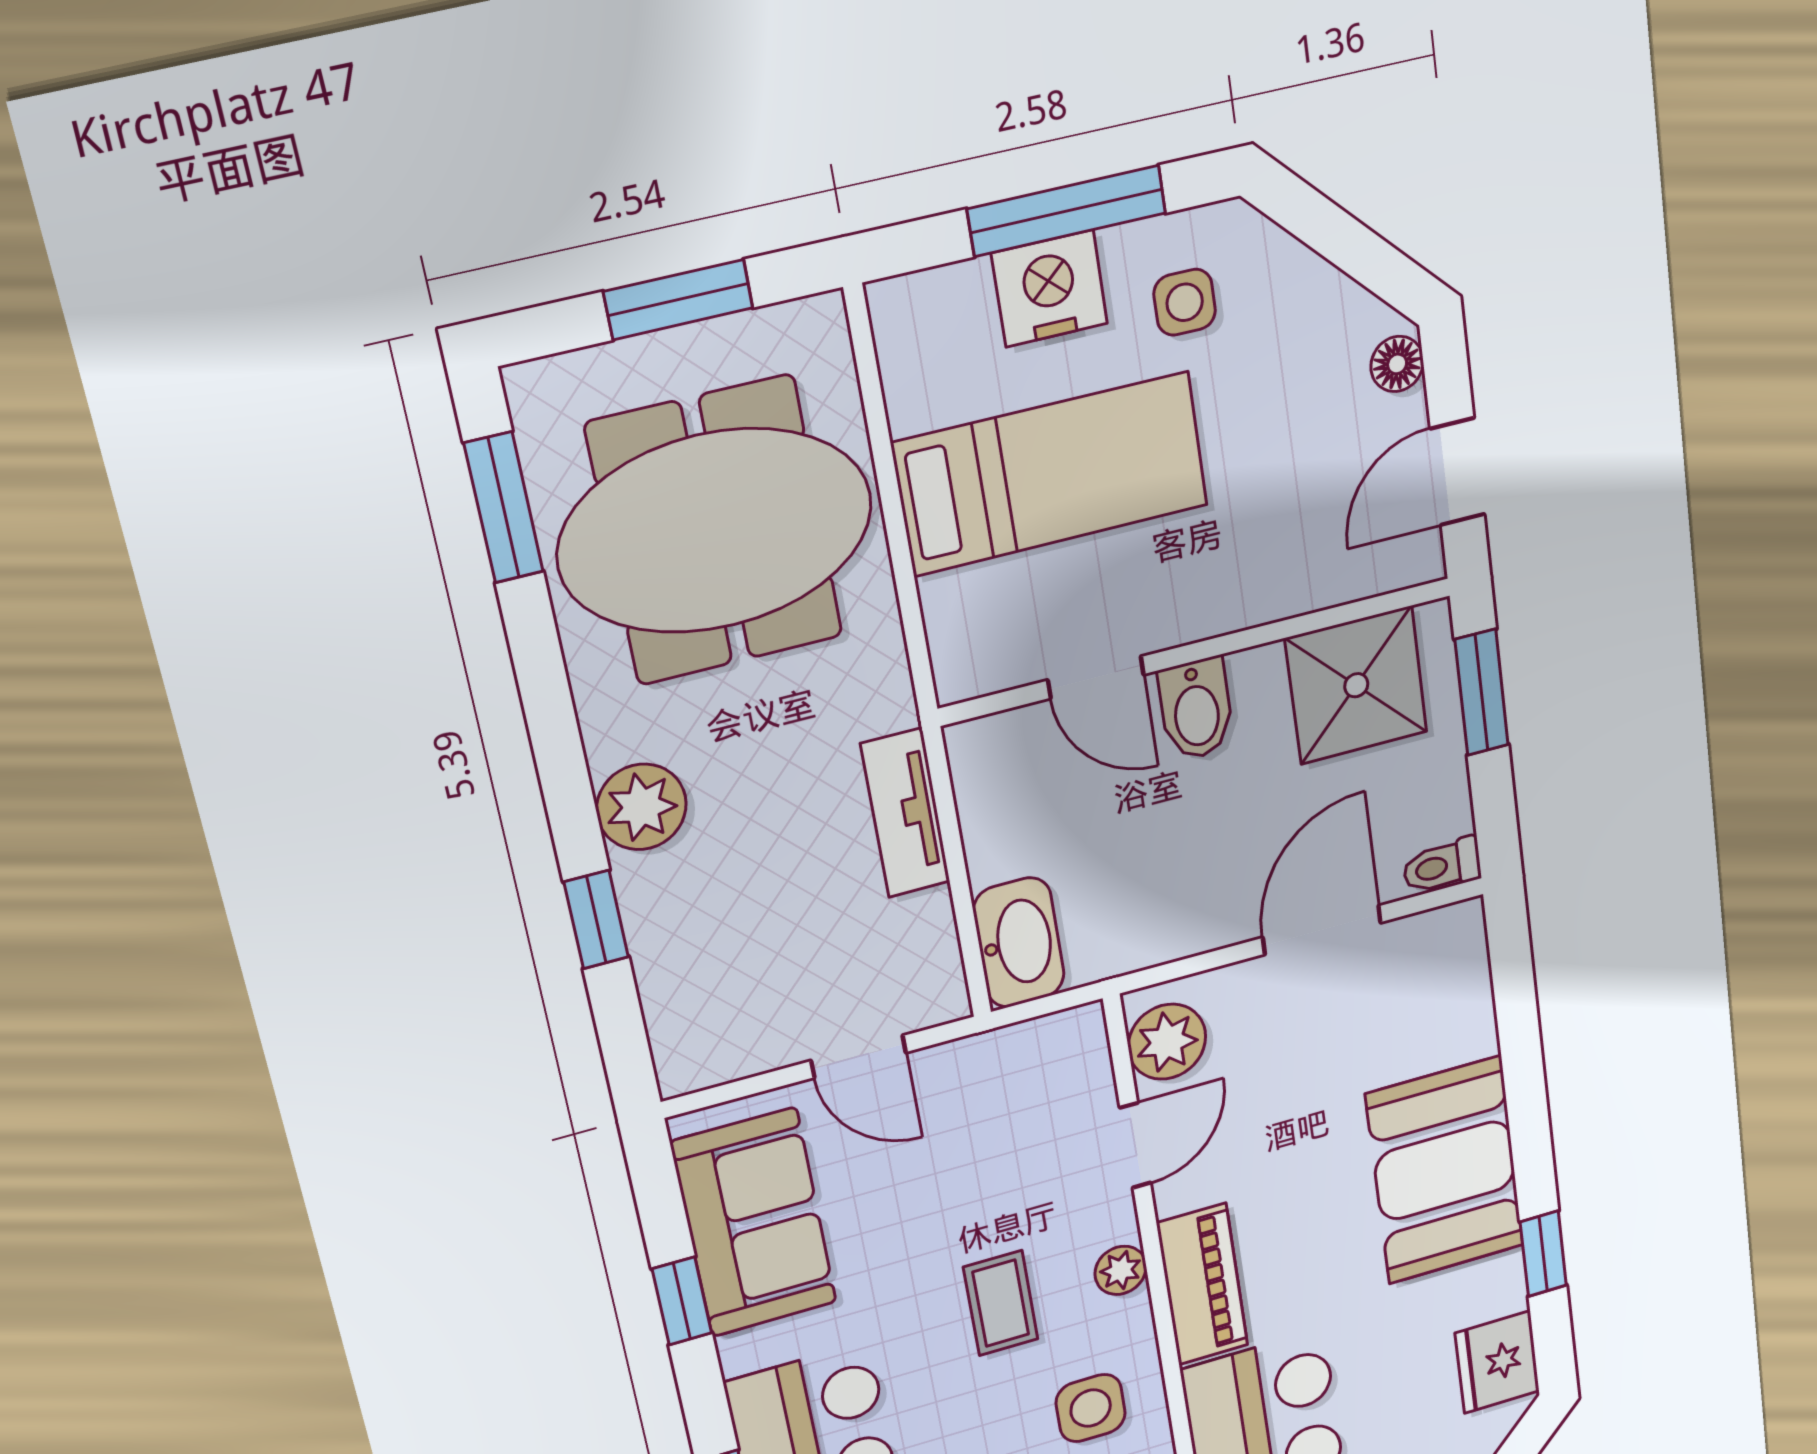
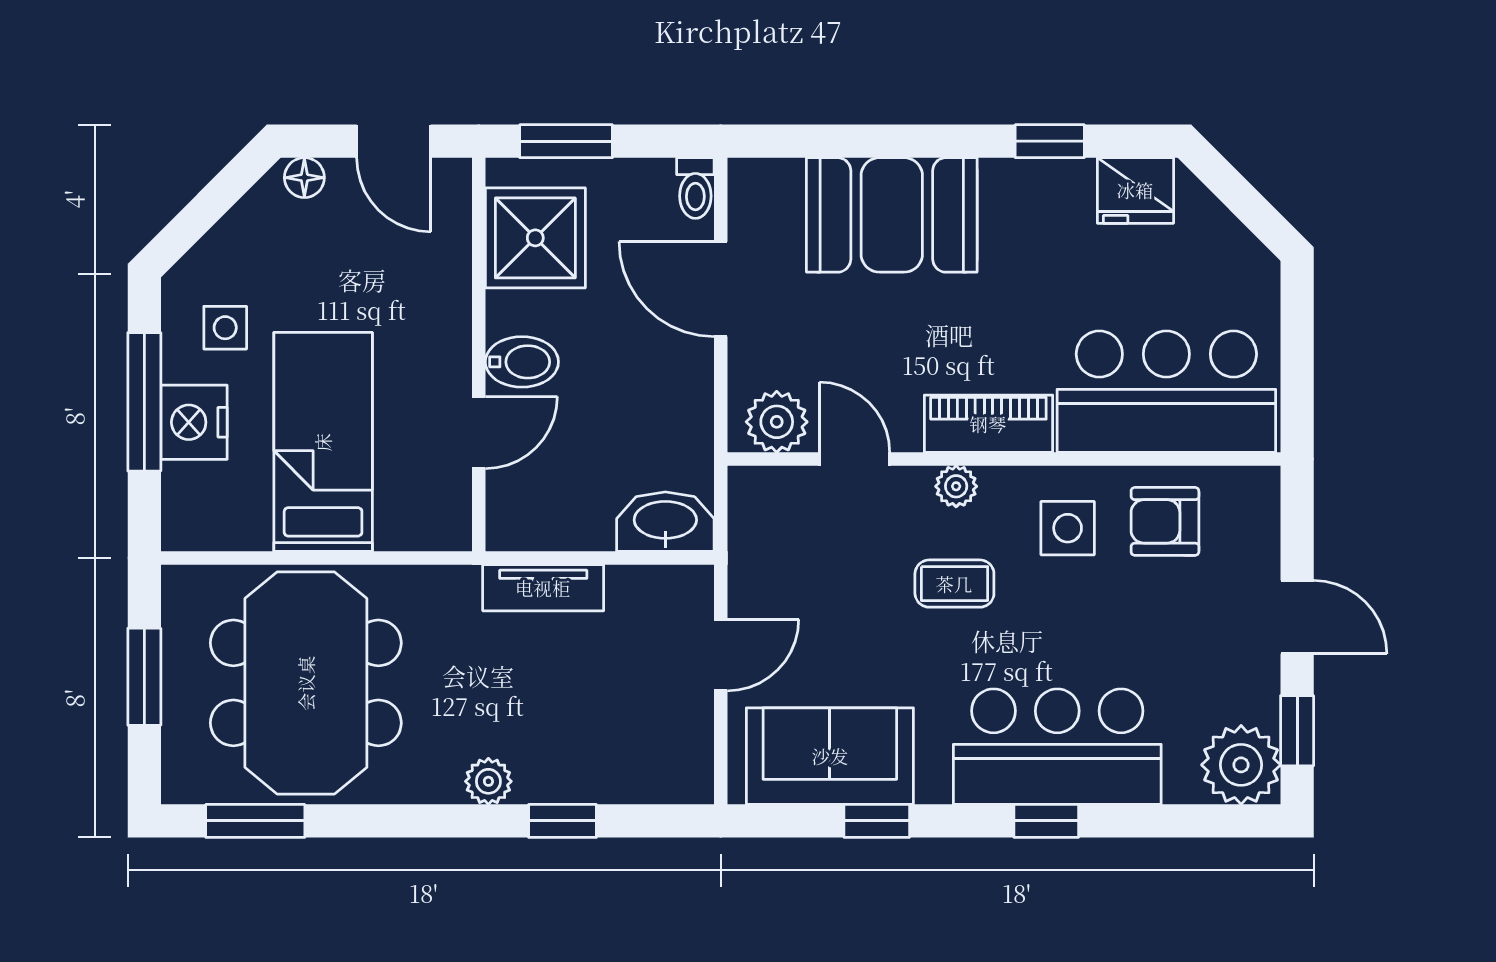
plant: (641, 807) -> (488, 781), width x0.73, depth x0.73
booth: (1445, 1170) -> (892, 215), moved

